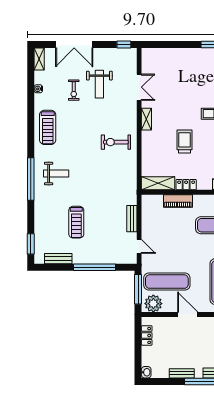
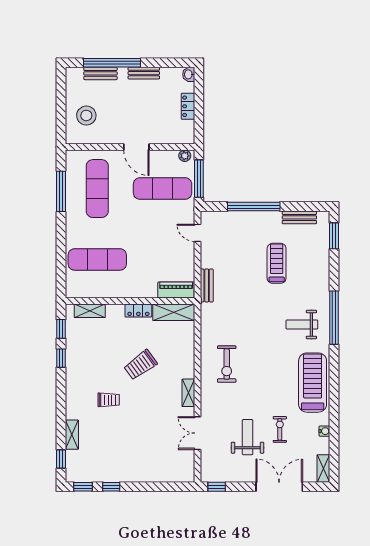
treadmill: (48, 127) -> (313, 383), width x1.37, depth x1.38
trolley: (185, 141) -> (140, 365), turned 54
exercise bike: (116, 142) -> (227, 364), turned 90
piano: (178, 201) -> (176, 290), moved
bench: (132, 219) -> (207, 285), moved
plant: (153, 304) -> (185, 156), width x0.53, depth x0.53
locker: (147, 335) -> (188, 106), moved

